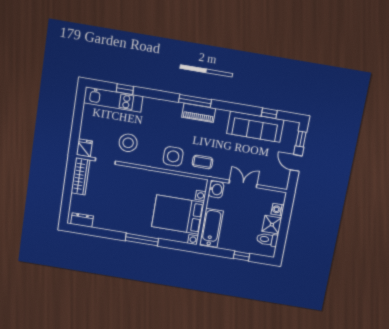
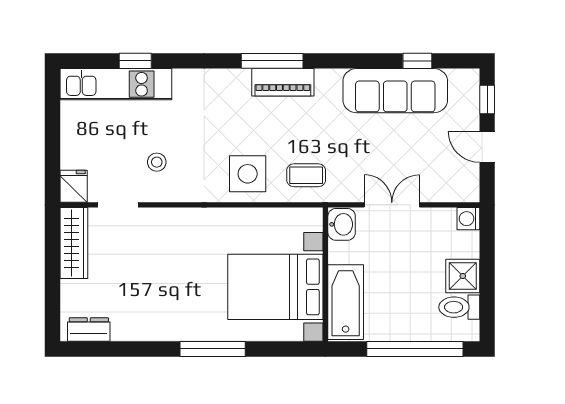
stool: (128, 143) -> (157, 162), width x0.53, depth x0.53
washing machine: (278, 210) -> (468, 219), moved
window: (242, 256) -> (415, 349), width x3.17

